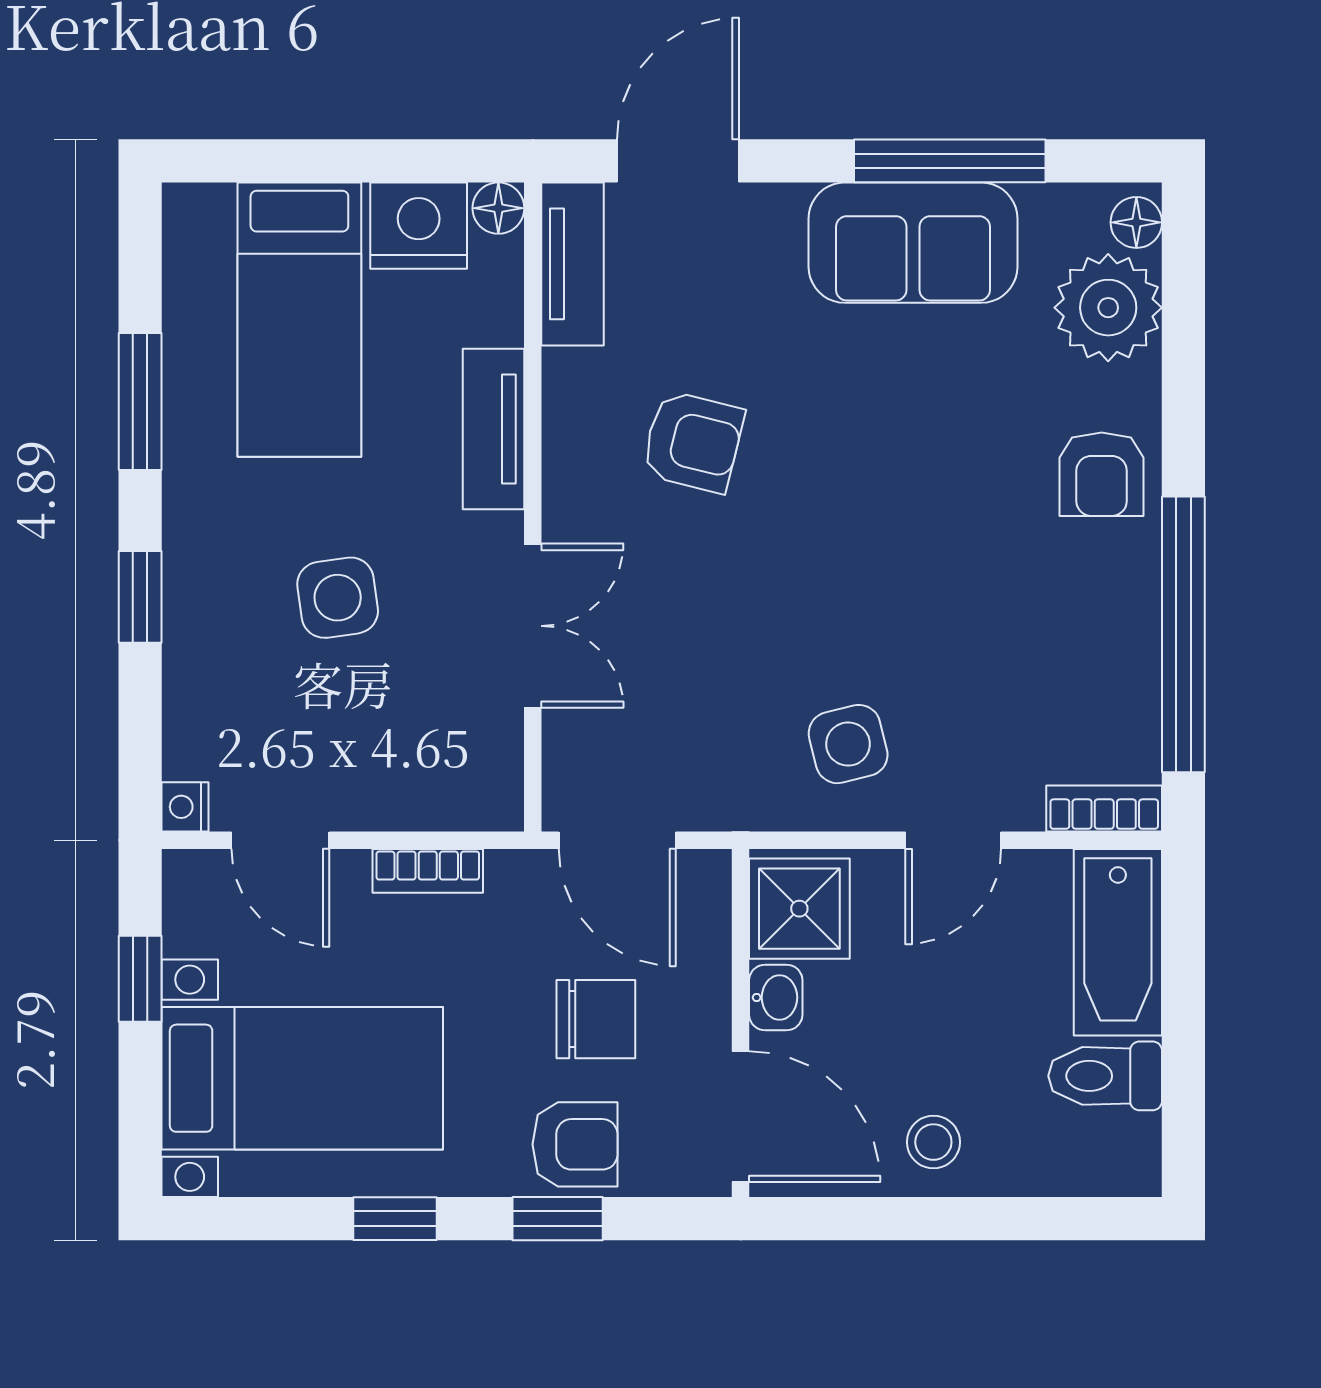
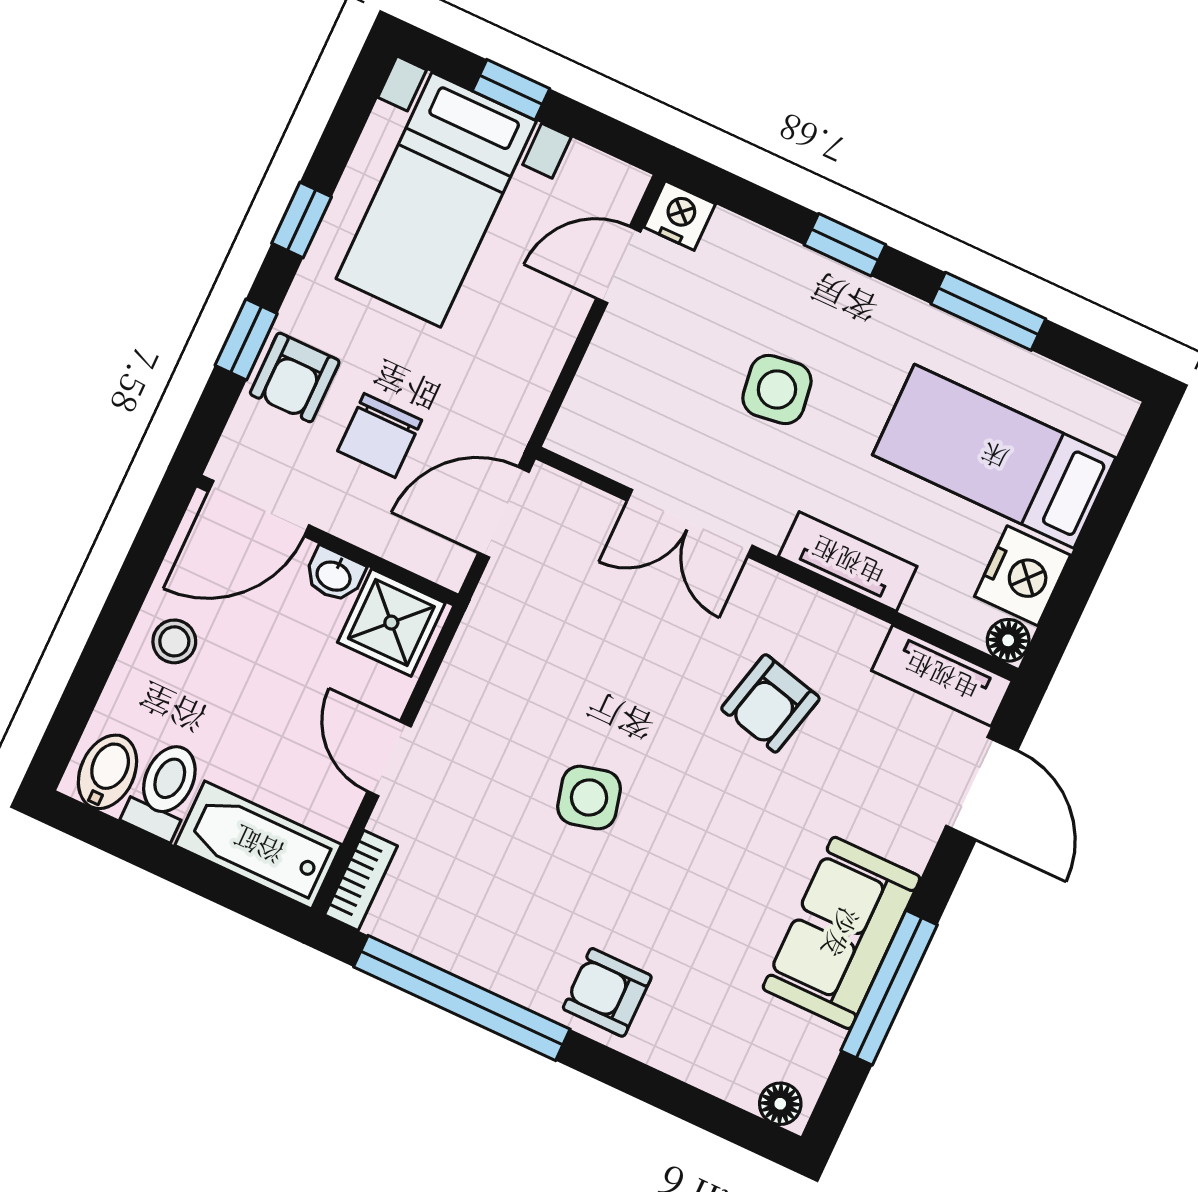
plant: (1108, 308) -> (727, 1054), removed
side table: (848, 744) -> (589, 798), moved
nightstand: (185, 807) -> (680, 215), width x1.39, depth x1.35
bookcase: (428, 871) -> (546, 363), removed
window: (140, 979) -> (511, 90), moved
bidet: (1114, 1149) -> (107, 772), added

